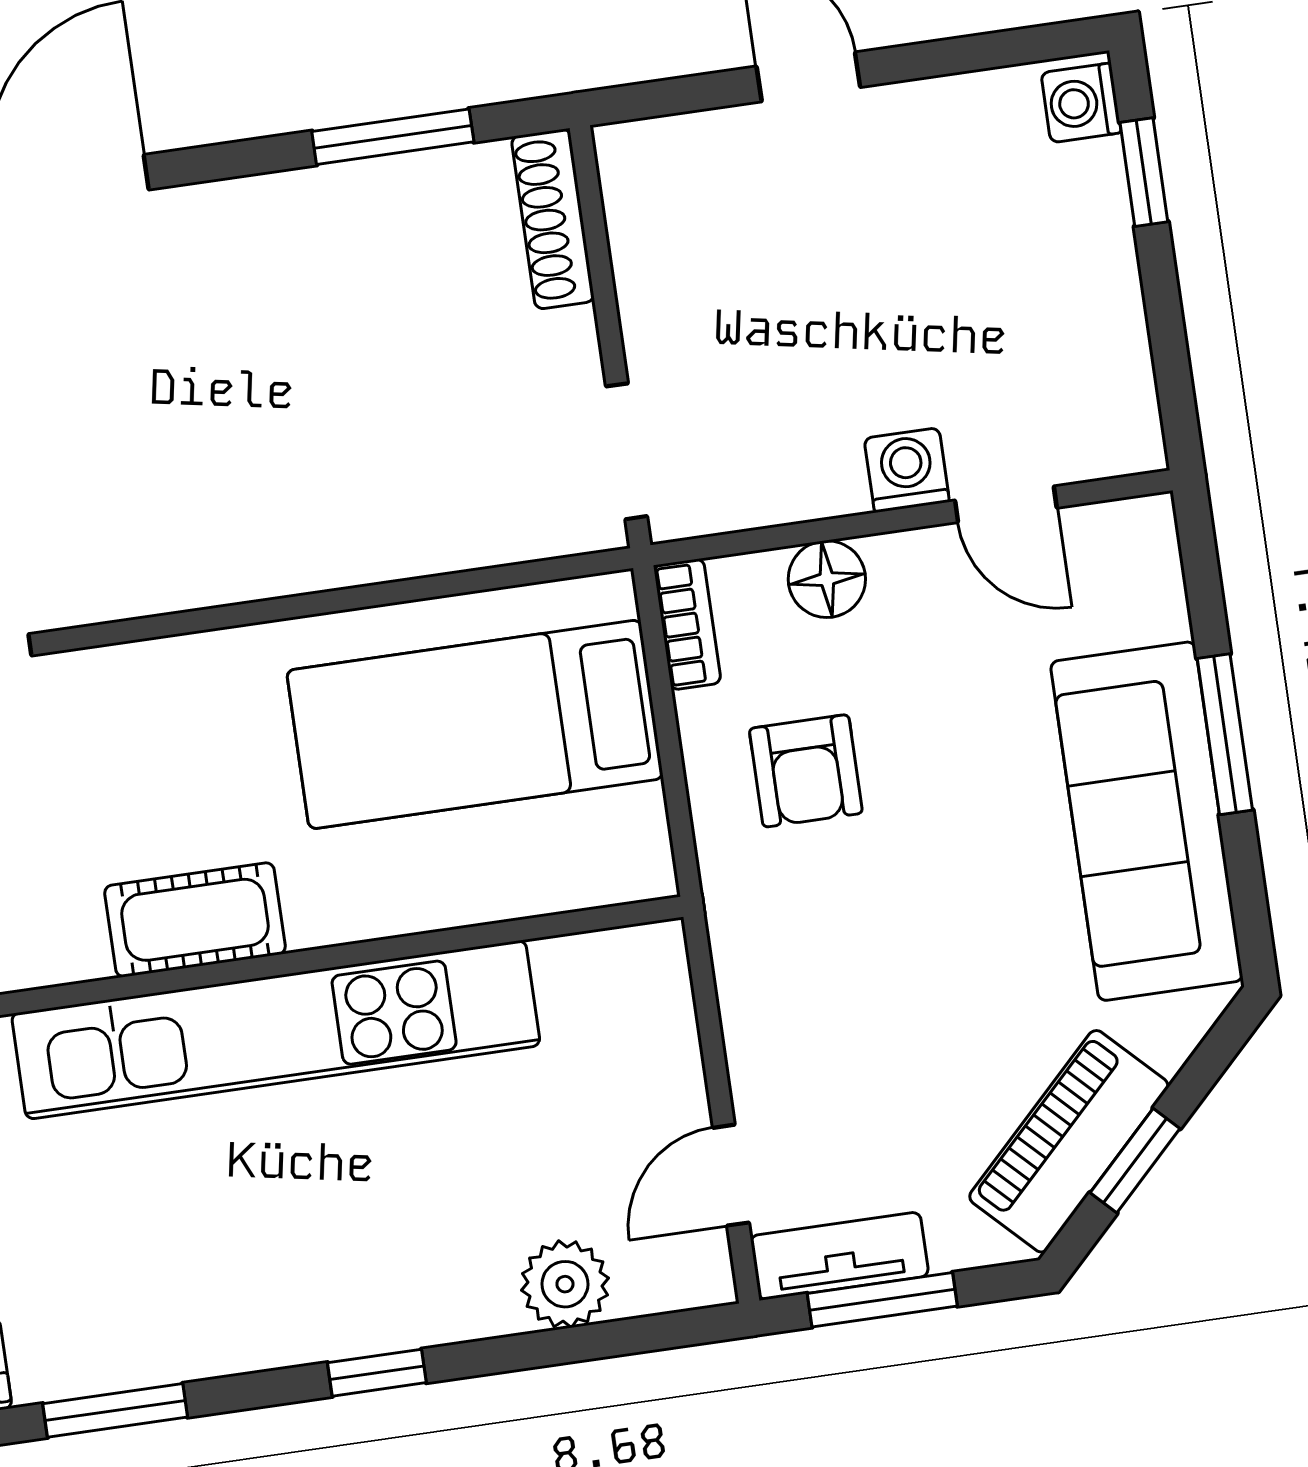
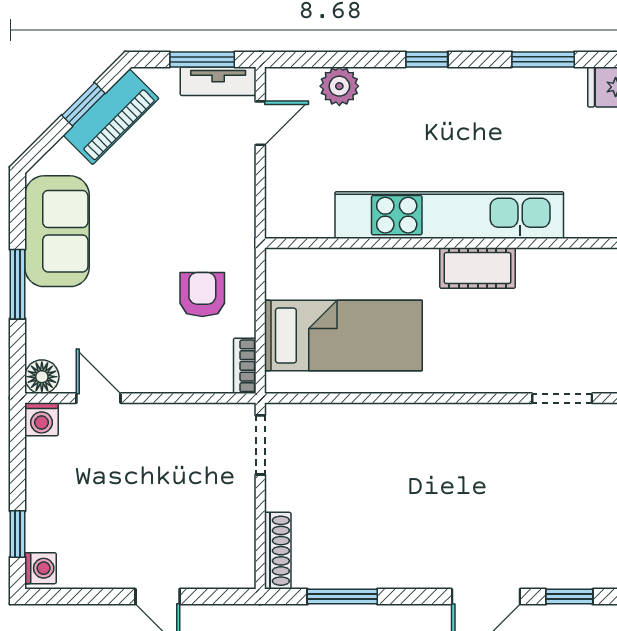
washing machine: (907, 470) -> (42, 419), moved
floor lamp: (827, 579) -> (42, 377), moved
sofa: (1147, 821) -> (57, 231), width x0.73

